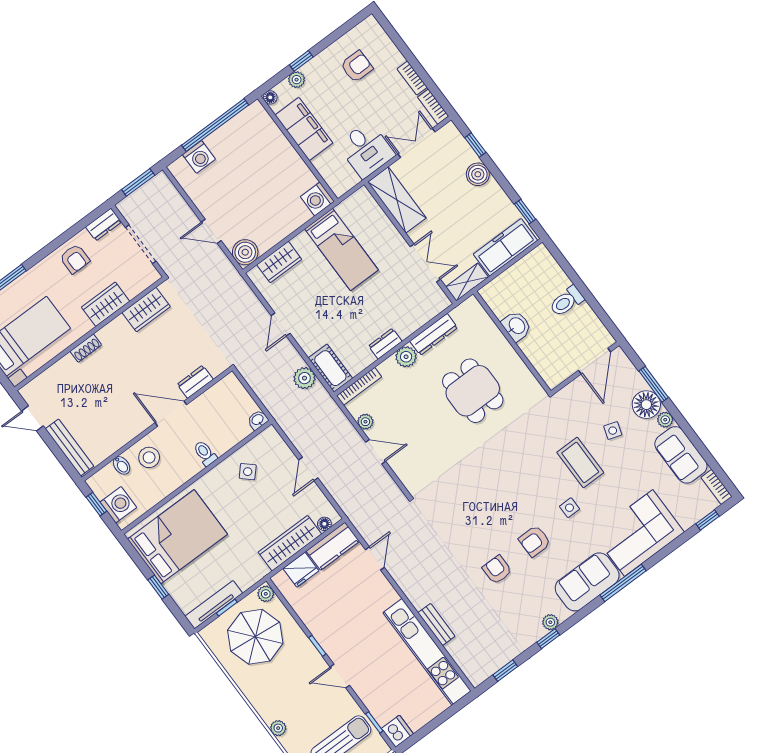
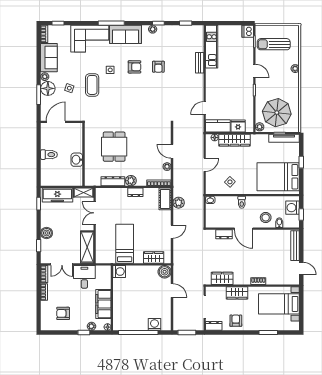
kitchen unit: (427, 652) -> (212, 47), width x0.73

